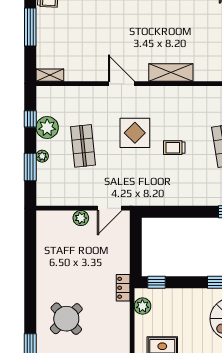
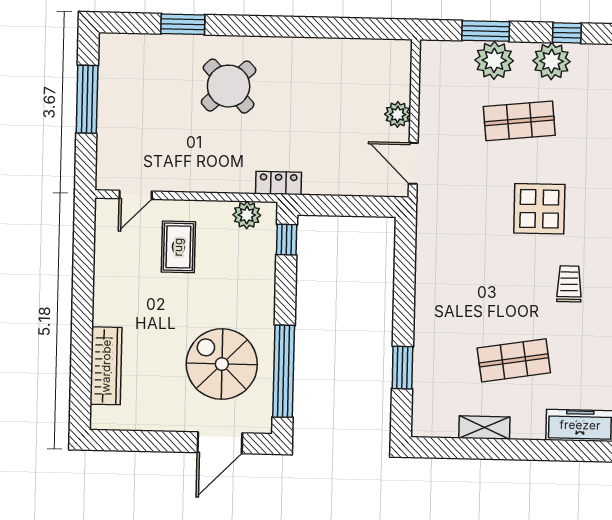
trolley: (174, 148) -> (569, 284), moved
plant: (42, 156) -> (494, 60), width x1.87, depth x1.87

